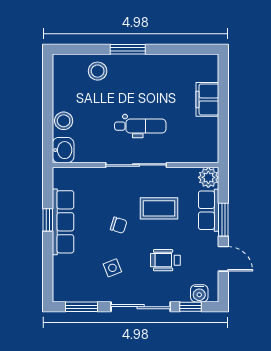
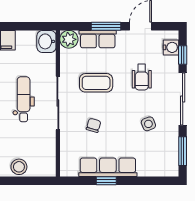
washbasin: (63, 150) -> (46, 41), moved, turned -90
coffee table: (159, 208) -> (96, 83), turned 90
chair: (119, 225) -> (94, 125), moved

